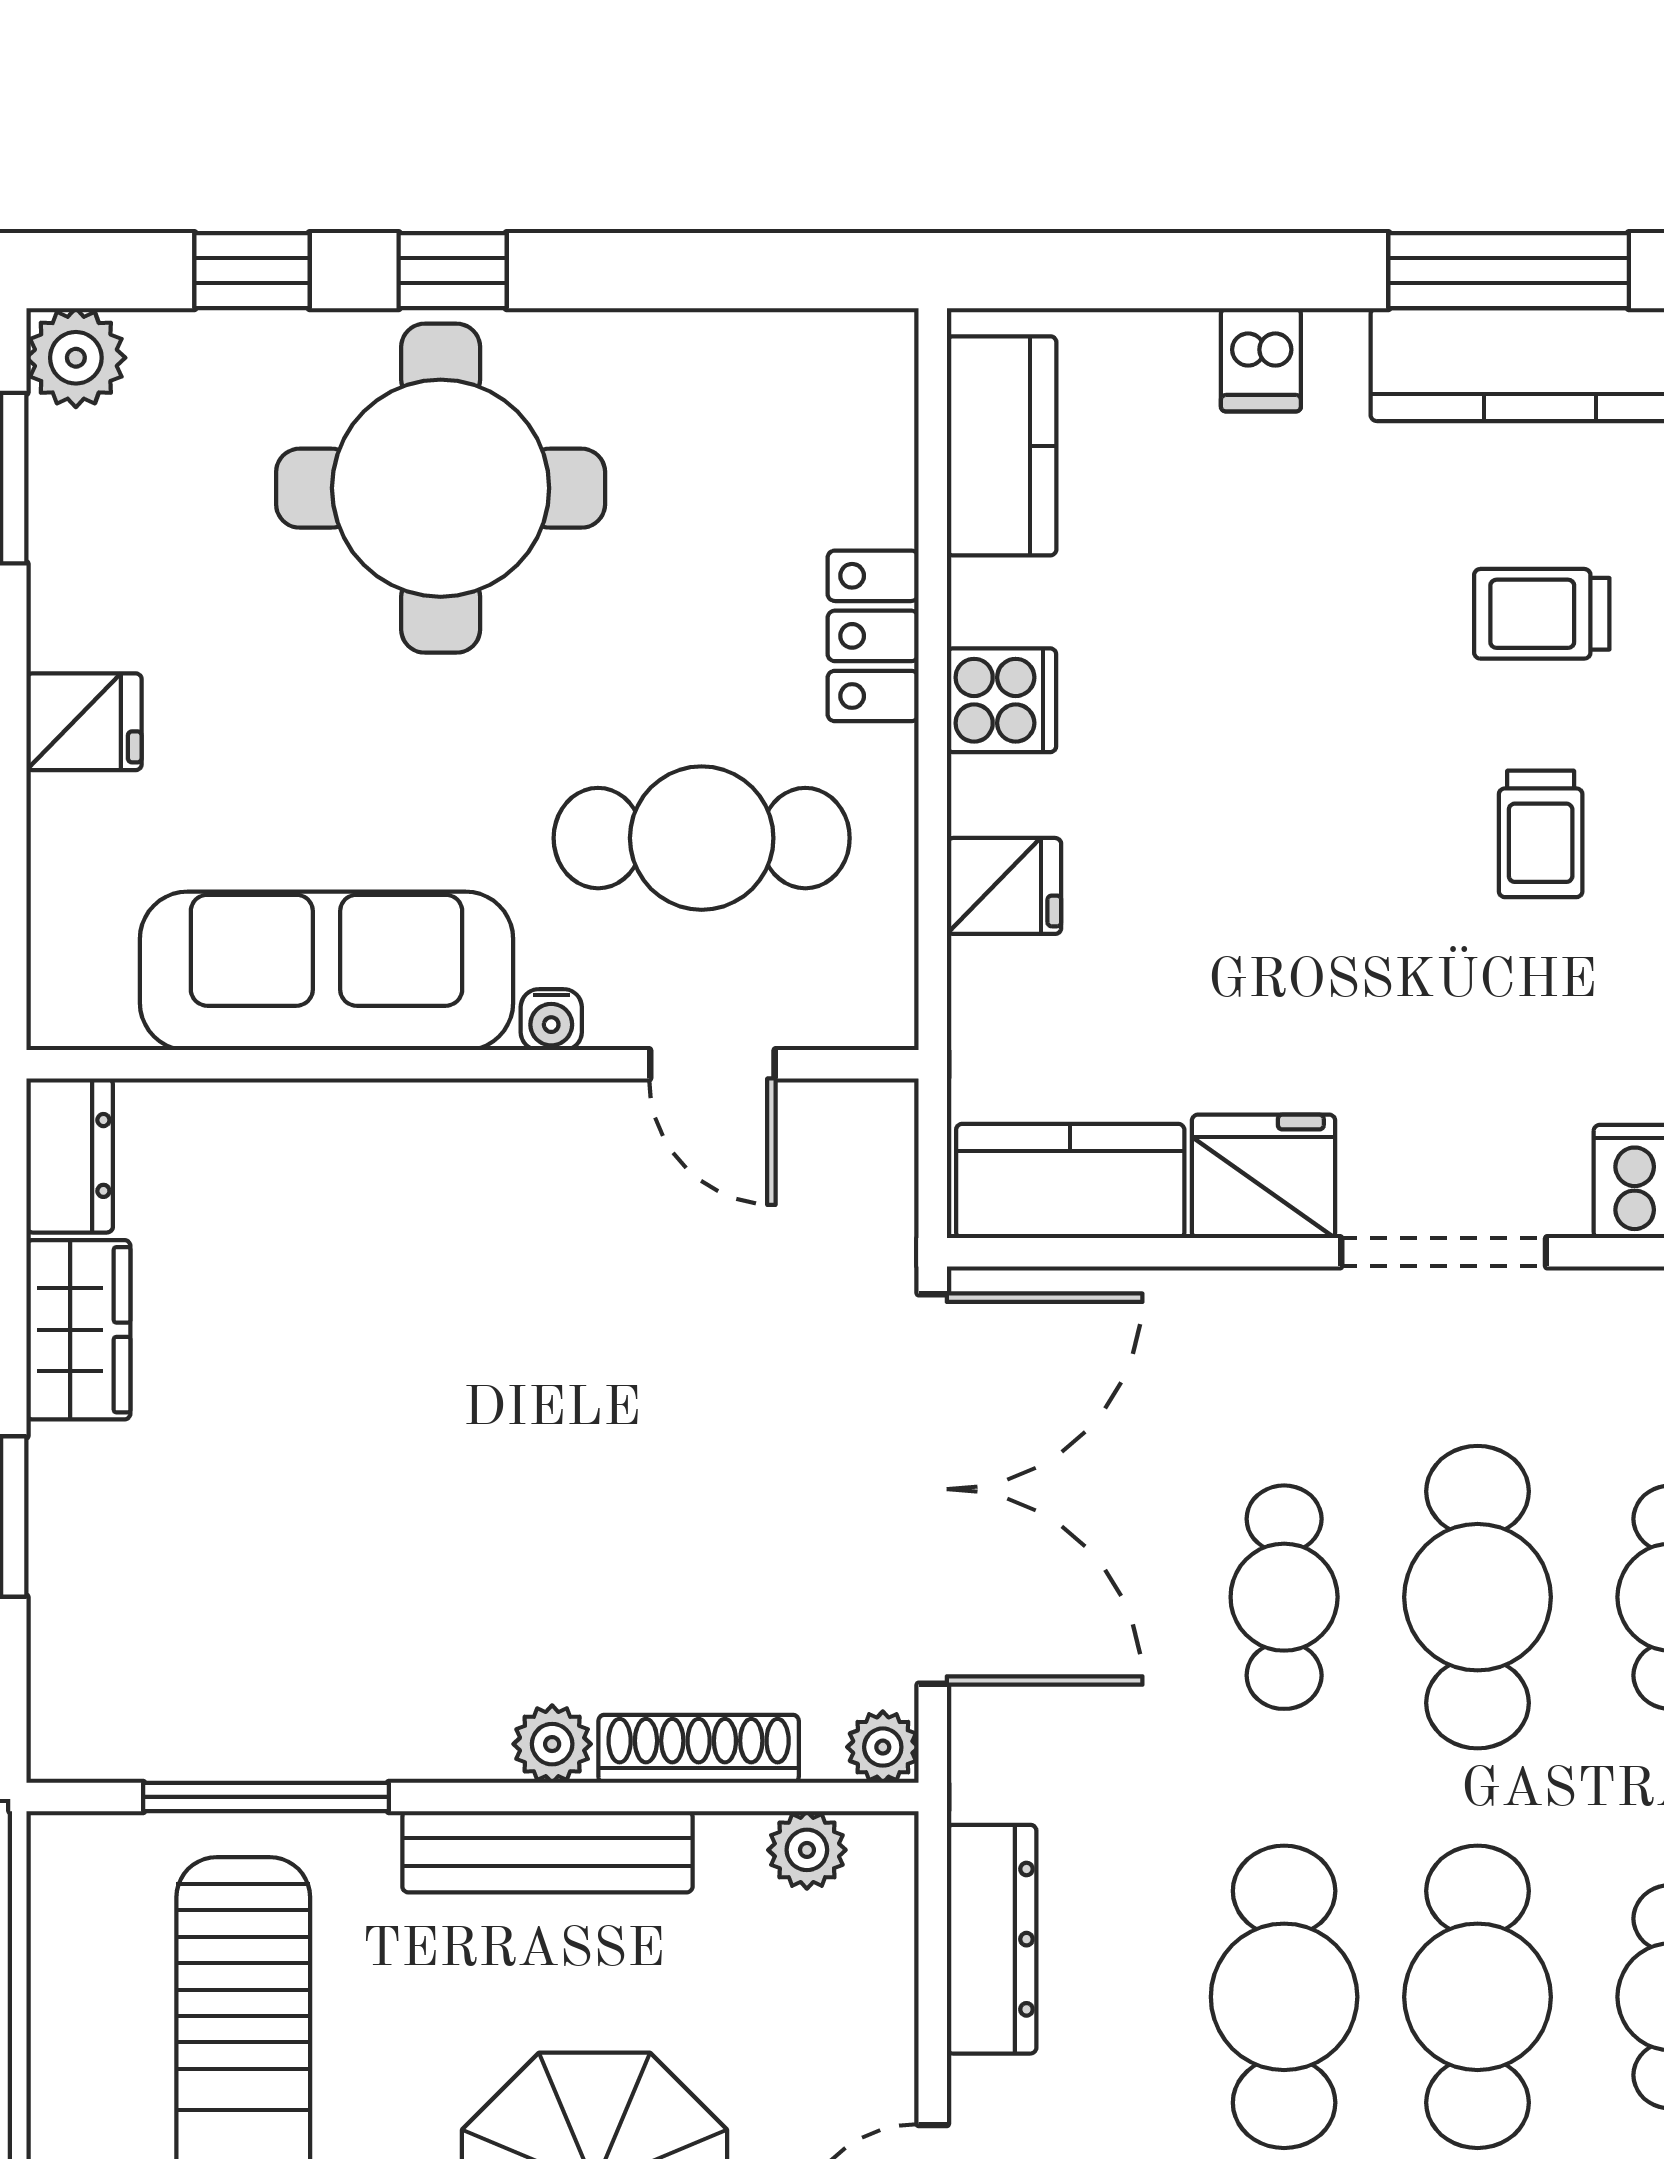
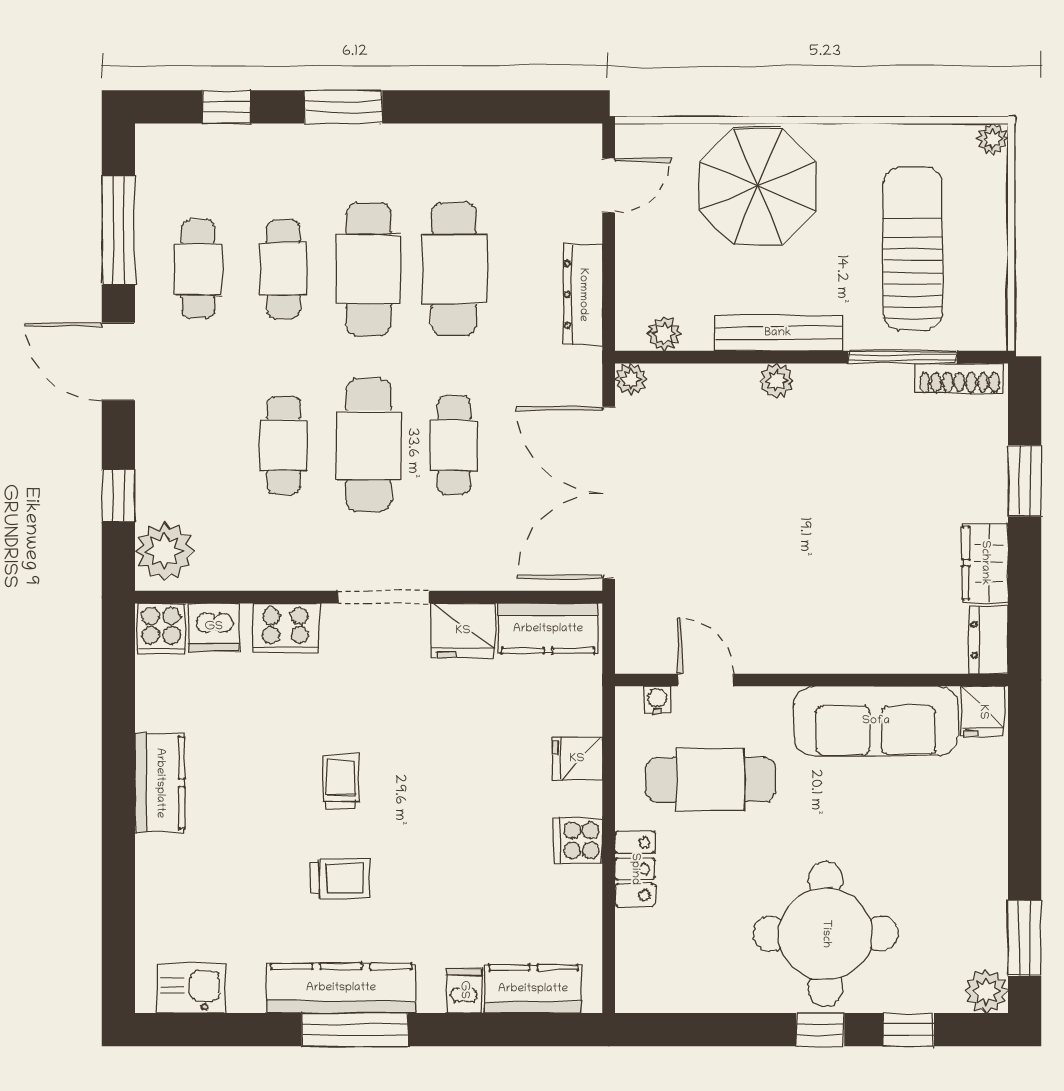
kitchen counter: (1002, 446) -> (533, 989), moved, turned 90
fridge: (84, 722) -> (983, 712), moved, turned -90
water cooler: (551, 1020) -> (657, 700), moved
shoe rack: (699, 1749) -> (959, 378), moved

